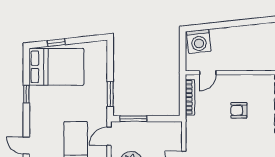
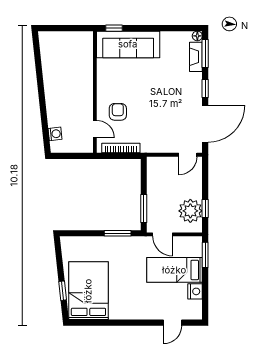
washing machine: (199, 41) -> (55, 134), width x0.53, depth x0.53
window: (26, 94) -> (118, 323), removed
armchair: (239, 110) -> (118, 112), moved, turned 180

